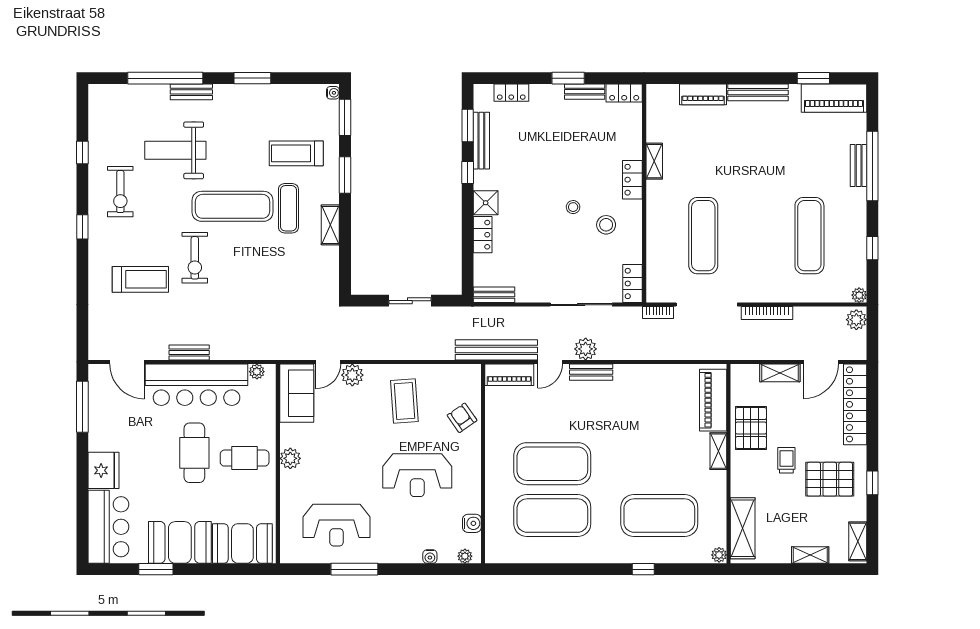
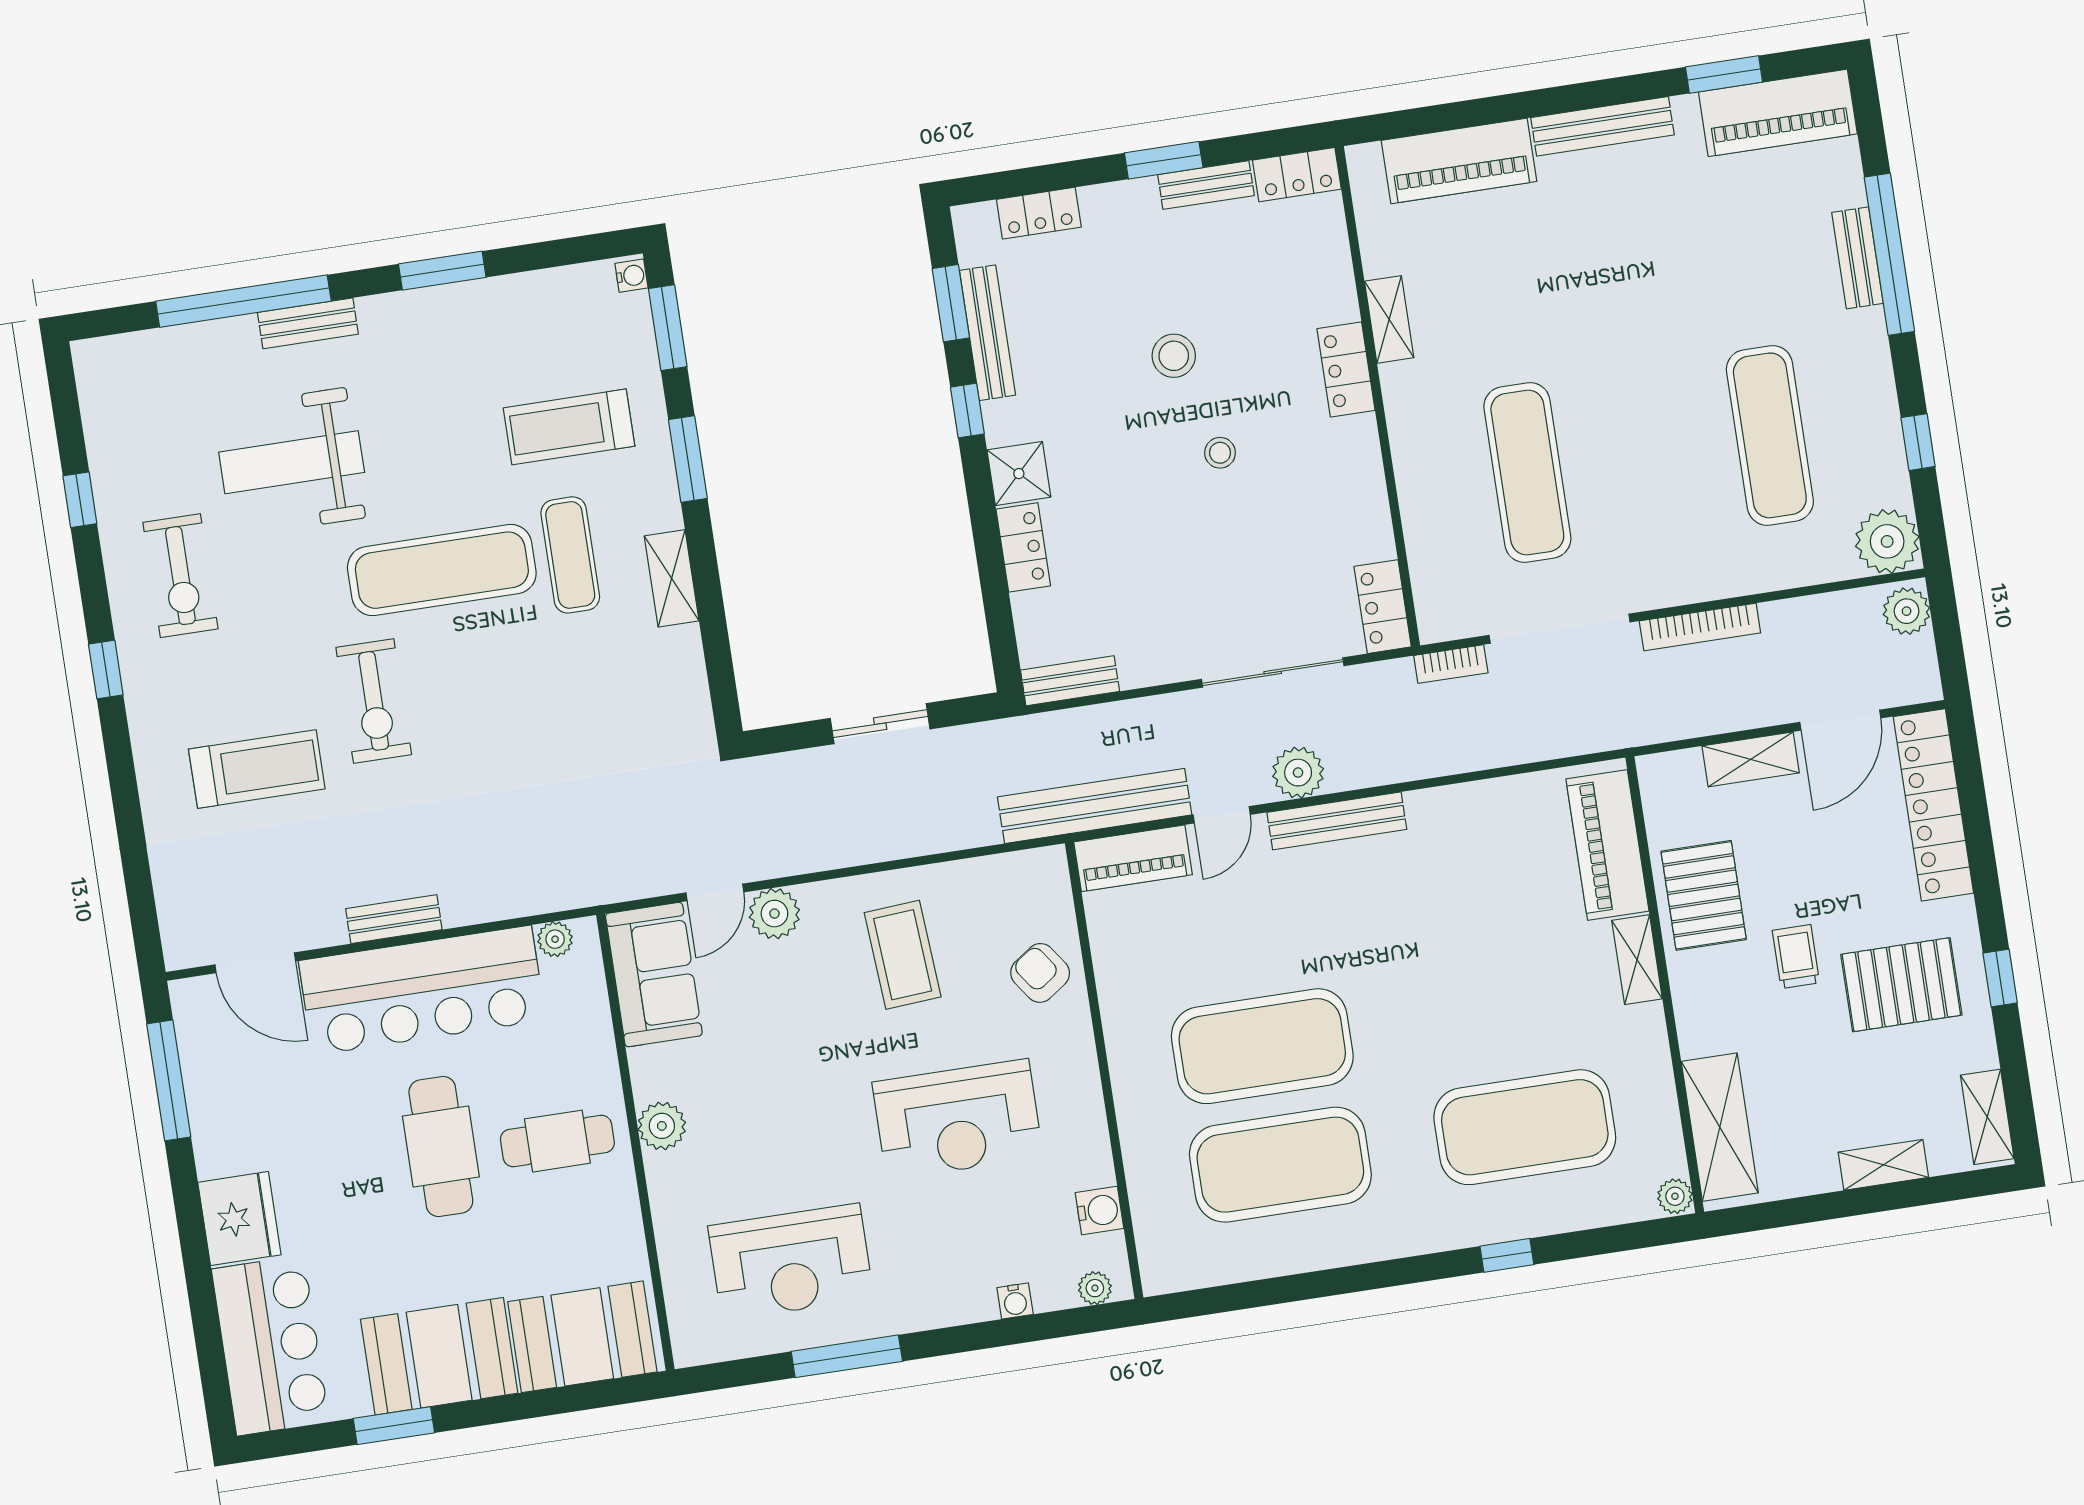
piano: (703, 94) -> (1459, 161), width x1.37, depth x1.33
stool: (606, 225) -> (1174, 356), moved
plant: (859, 295) -> (1887, 541), width x1.88, depth x1.88
bench: (591, 372) -> (1337, 821), width x1.36

